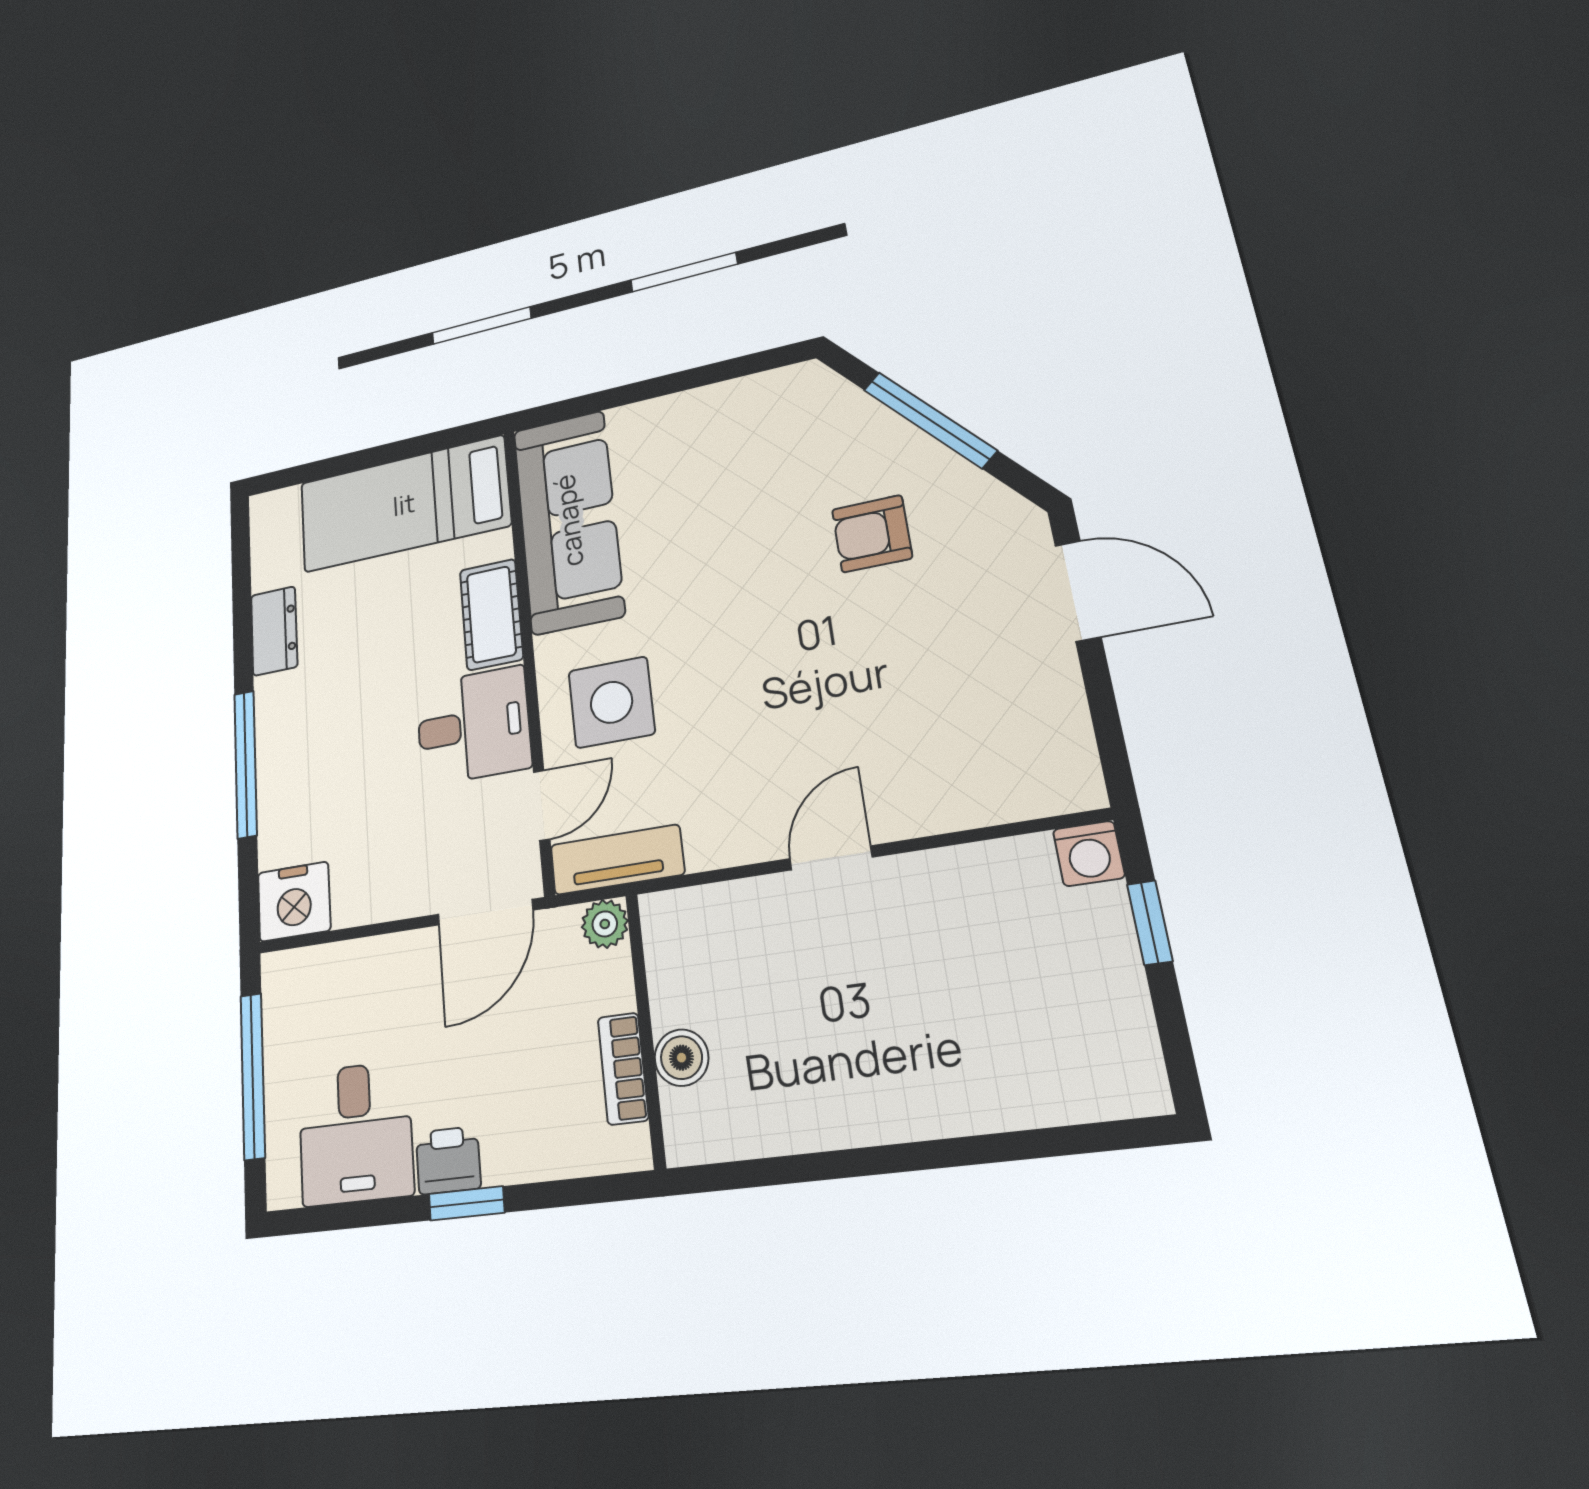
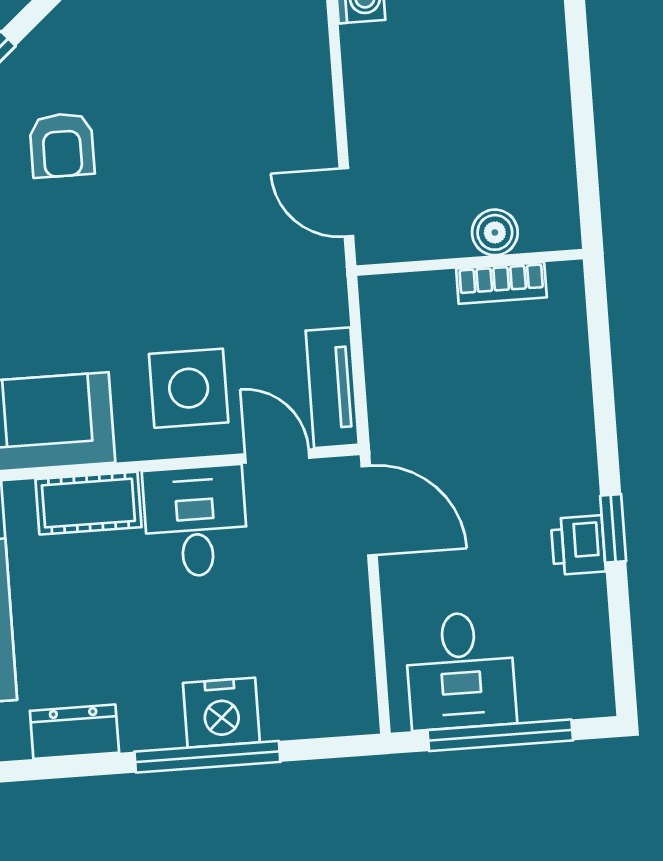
nightstand: (294, 902) -> (221, 713), moved, turned 90
plant: (605, 924) -> (387, 400), removed
wall: (645, 1028) -> (470, 262), moved
boiler: (681, 1058) -> (495, 232), moved
bookcase: (623, 1069) -> (501, 283), moved
desk: (355, 1133) -> (461, 671), moved, turned 90

